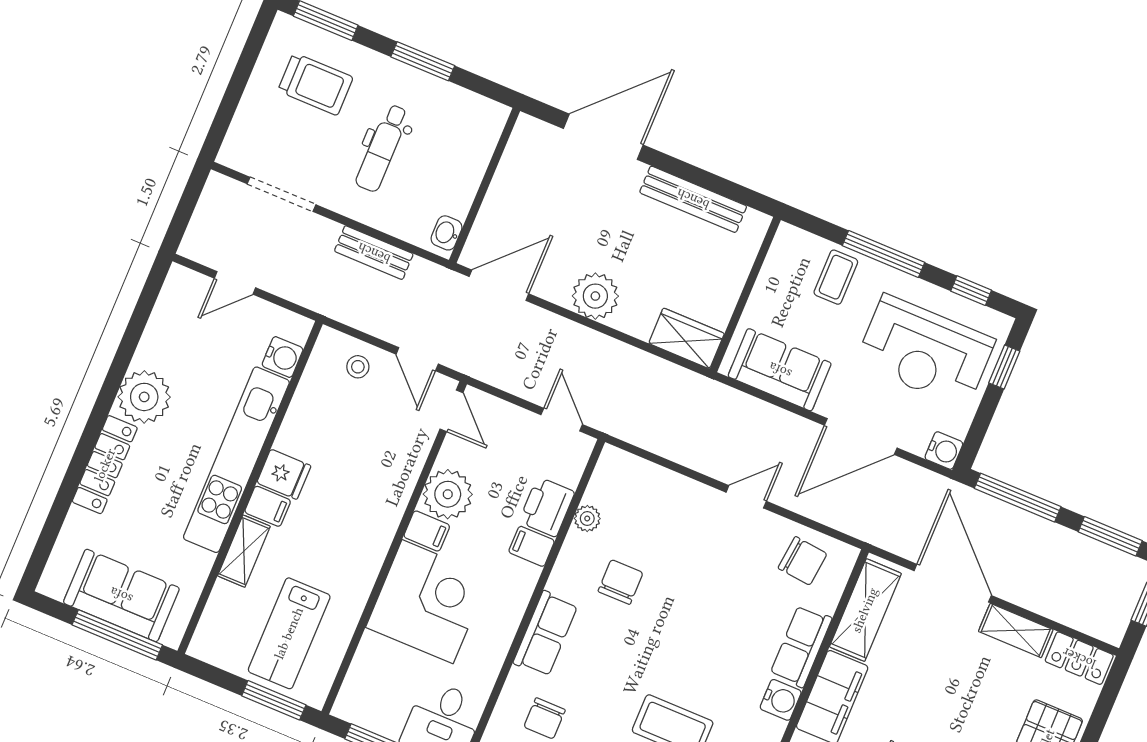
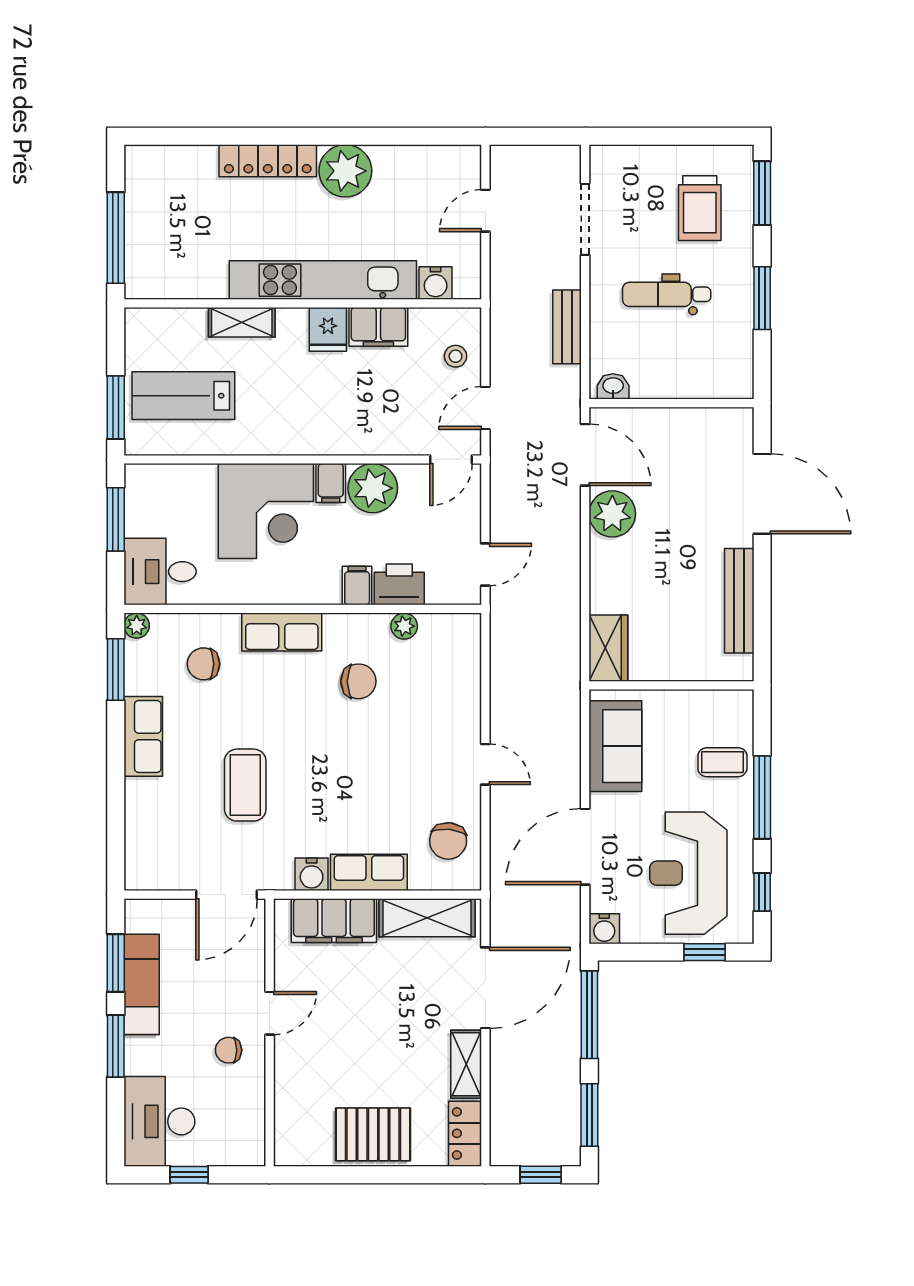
door: (235, 283) -> (485, 211), hinge flipped
plant: (595, 296) -> (612, 514), moved
door: (861, 437) -> (585, 847), hinge flipped
filing cabinet: (268, 506) -> (378, 327), moved, width x2.00
sofa: (121, 595) -> (154, 226), removed

